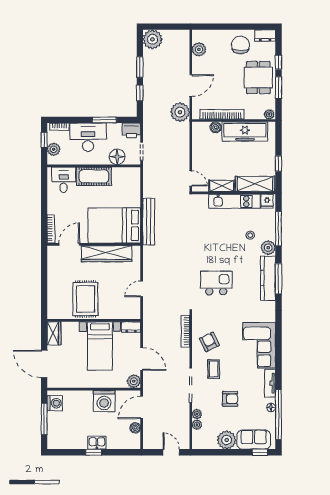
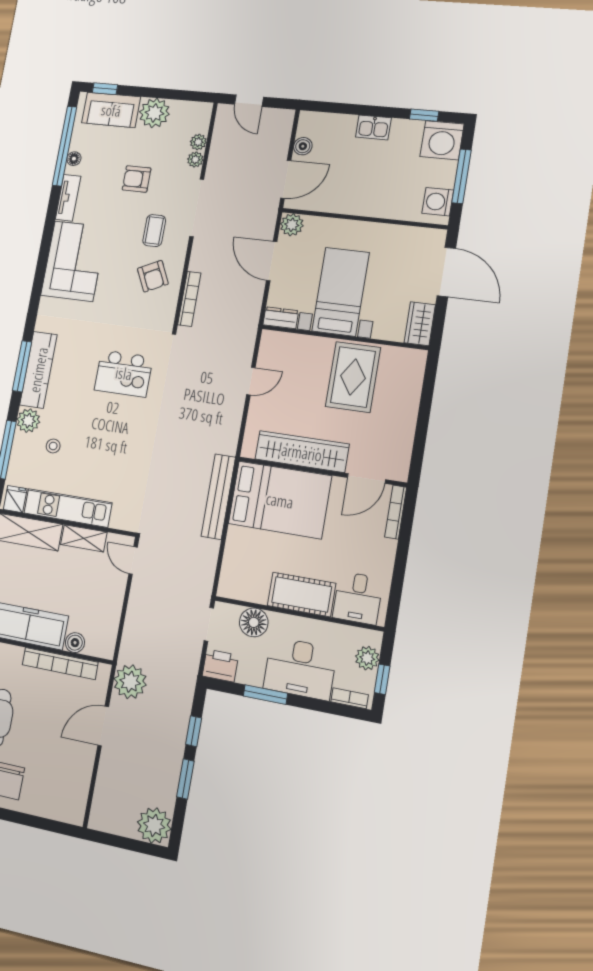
plant: (199, 49) -> (77, 788), removed
washing machine: (104, 401) -> (442, 140), moved, turned 180
window: (94, 452) -> (424, 115), moved

